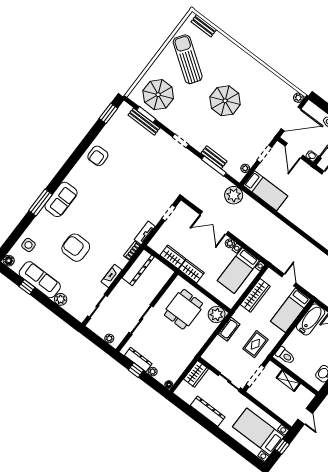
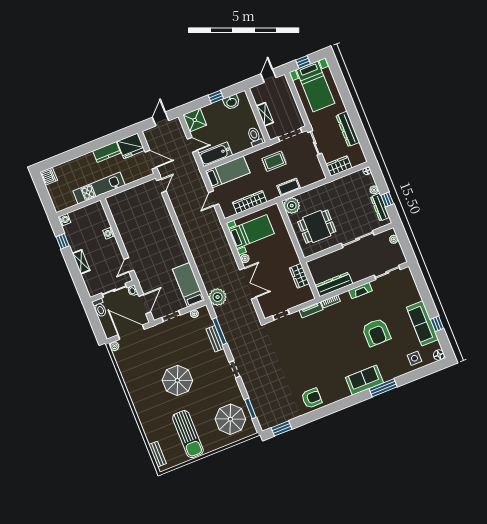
sun lounger: (188, 59) -> (188, 434), turned -35
bench: (144, 122) -> (256, 404), removed
wardrobe: (191, 271) -> (291, 255), removed
plant: (61, 299) -> (415, 297), removed

